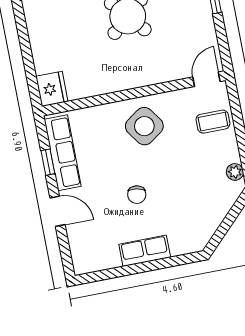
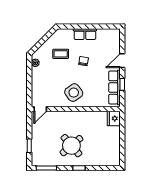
coffee table: (213, 122) -> (61, 54), moved
door: (57, 211) -> (122, 61), hinge flipped

